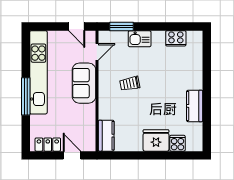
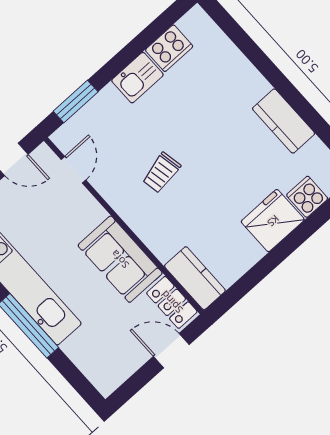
kitchen sink: (140, 39) -> (137, 78), moved
sofa: (84, 83) -> (120, 259), moved
locker: (48, 145) -> (172, 302), moved, turned -90

